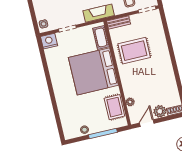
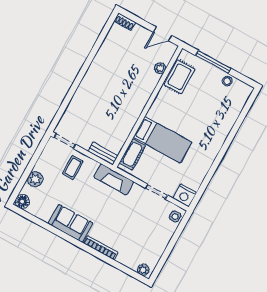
rug: (134, 51) -> (112, 113), removed
bed: (93, 71) -> (163, 140), width x0.49
plant: (160, 111) -> (140, 34), removed

